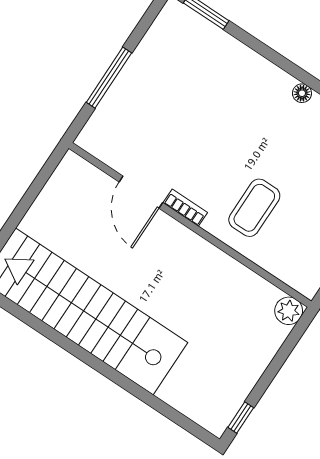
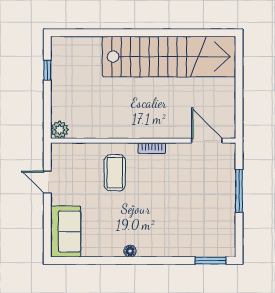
door: (141, 192) -> (207, 141), moved
window: (241, 418) -> (47, 70), moved

